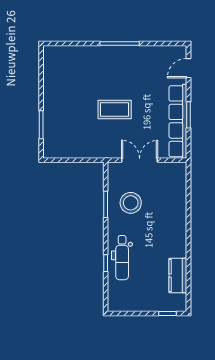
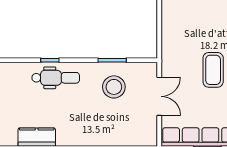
dental chair: (122, 258) -> (56, 78), turned 180

